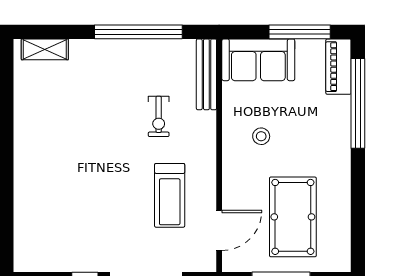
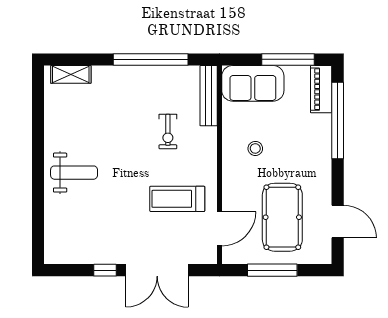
weight bench: (49, 165) -> (74, 173), added
treadmill: (170, 195) -> (177, 199), turned 90
door: (358, 222) -> (338, 222), added

